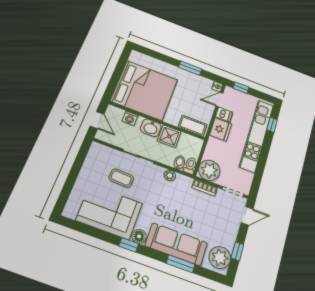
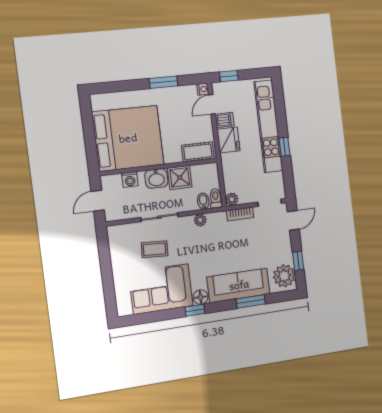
door: (97, 120) -> (98, 201), swing flipped
window: (272, 125) -> (285, 147), moved
plant: (209, 170) -> (232, 199), width x0.53, depth x0.53

